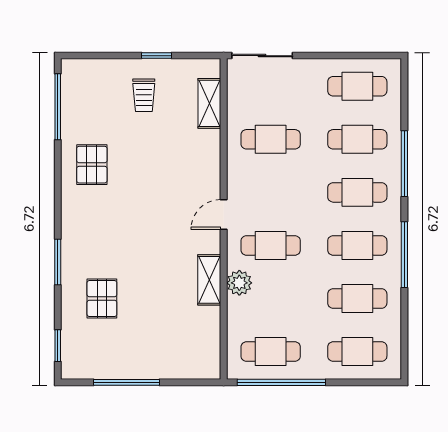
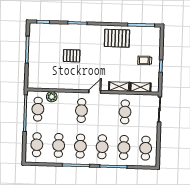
pallet: (92, 165) -> (117, 38), width x1.50, depth x1.42
door: (224, 215) -> (95, 92), hinge flipped
shelving: (209, 280) -> (119, 86), moved
plant: (239, 283) -> (52, 97), moved
pallet: (102, 299) -> (72, 56), moved

